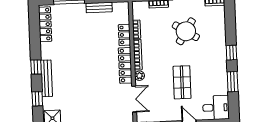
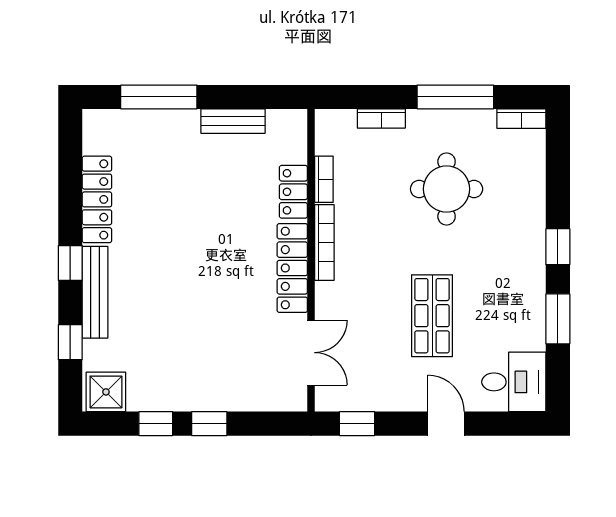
locker: (45, 24) -> (97, 199), moved
round table: (186, 31) -> (447, 189), turned -32
plant: (139, 76) -> (327, 295), removed

